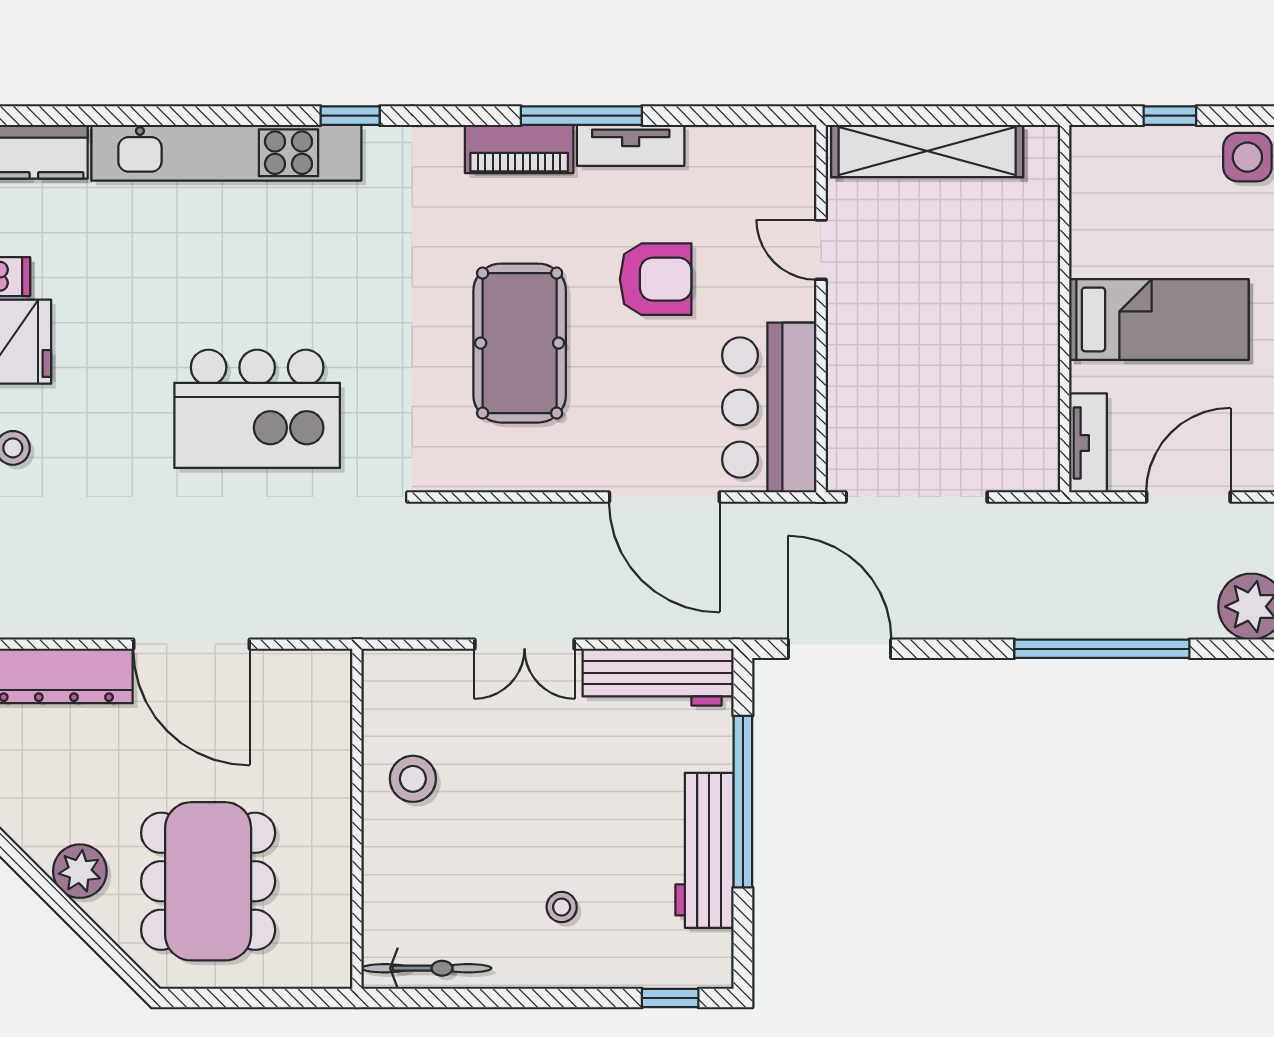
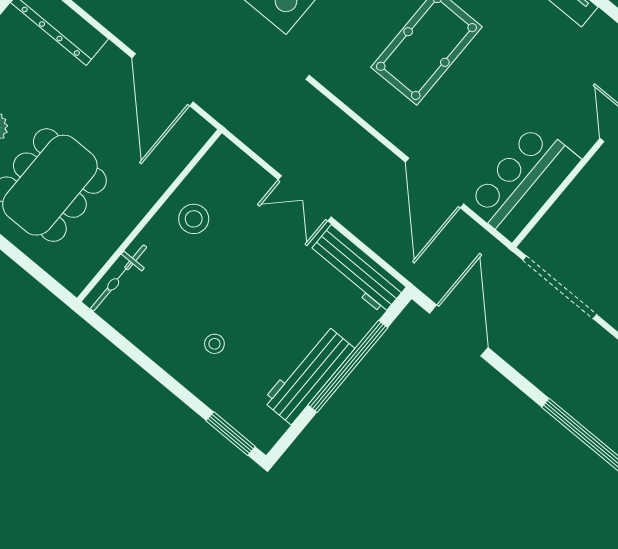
armchair: (656, 279) -> (520, 71), removed
door: (191, 644) -> (163, 80), moved
bicycle: (426, 968) -> (119, 278), moved, turned 90
window: (670, 998) -> (231, 434), width x1.50

